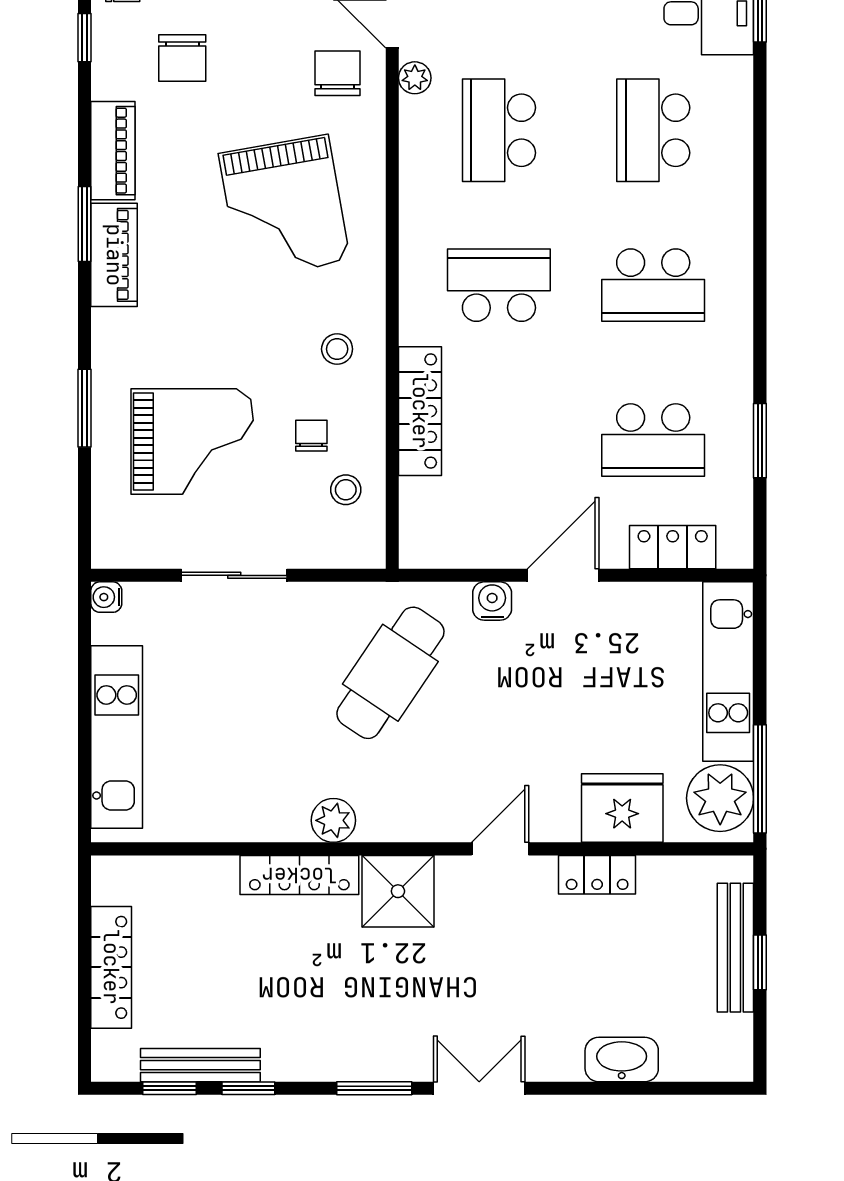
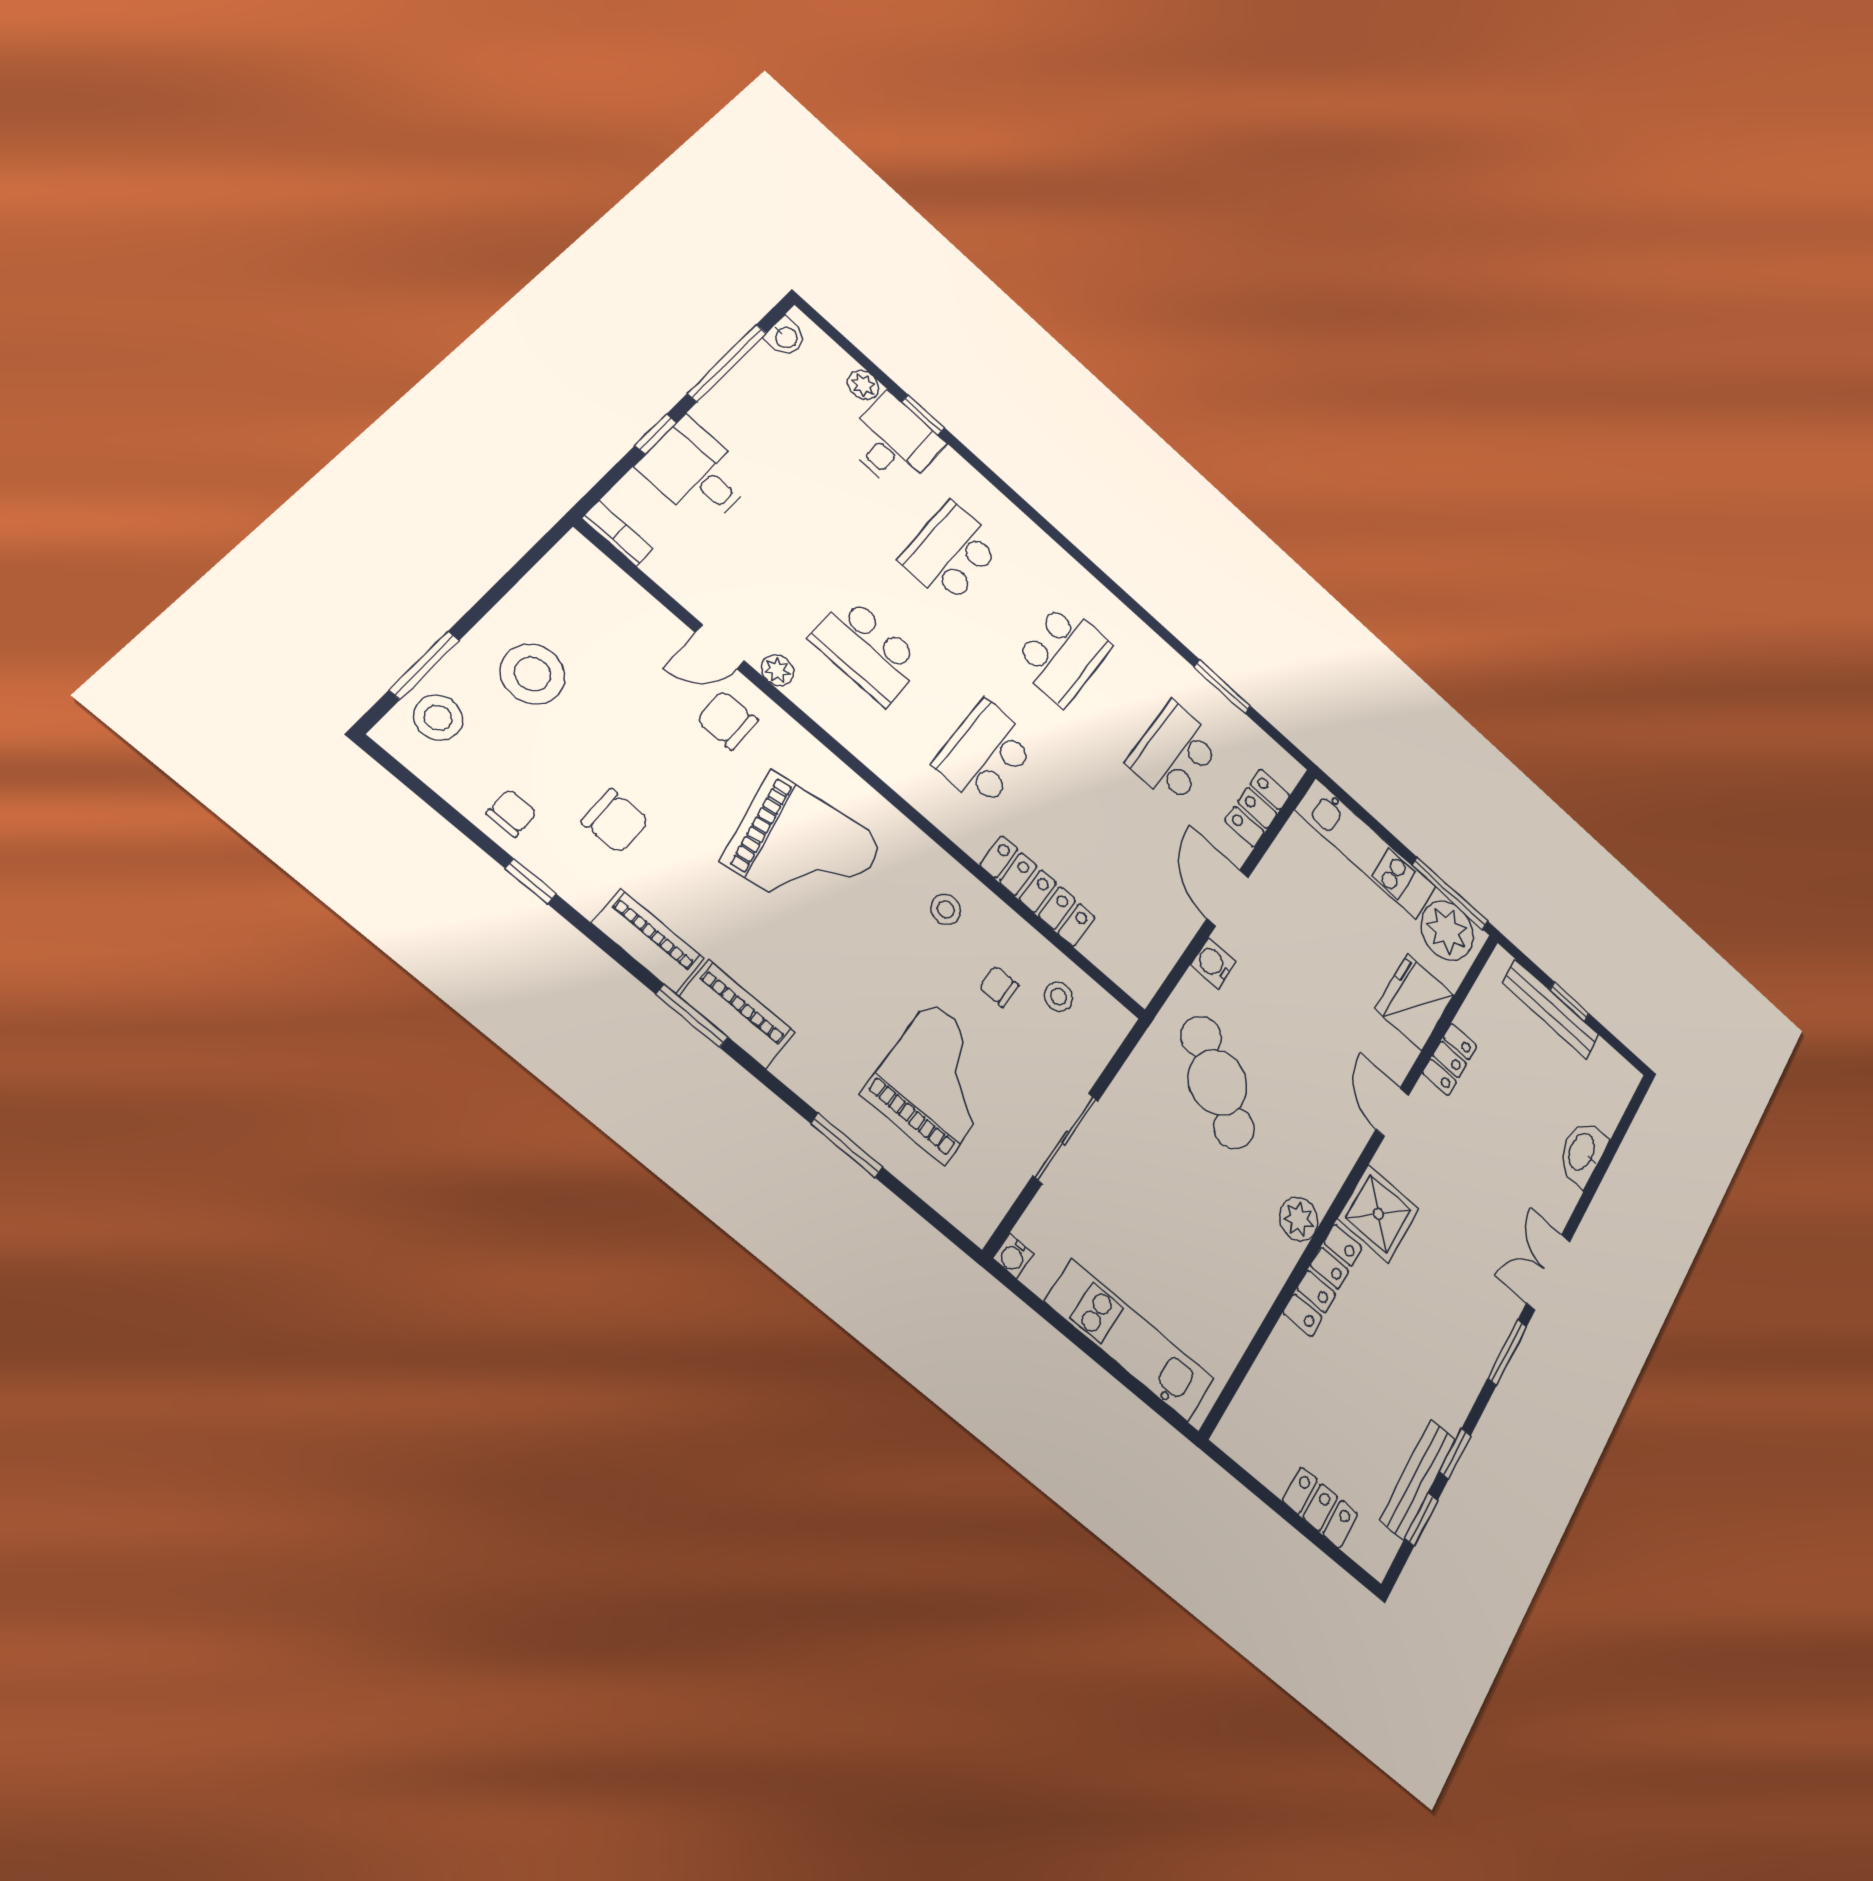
school desk: (653, 130) -> (950, 553), turned 90
school desk: (653, 440) -> (1174, 753), turned 180
locker: (111, 967) -> (1320, 1507), width x0.66

